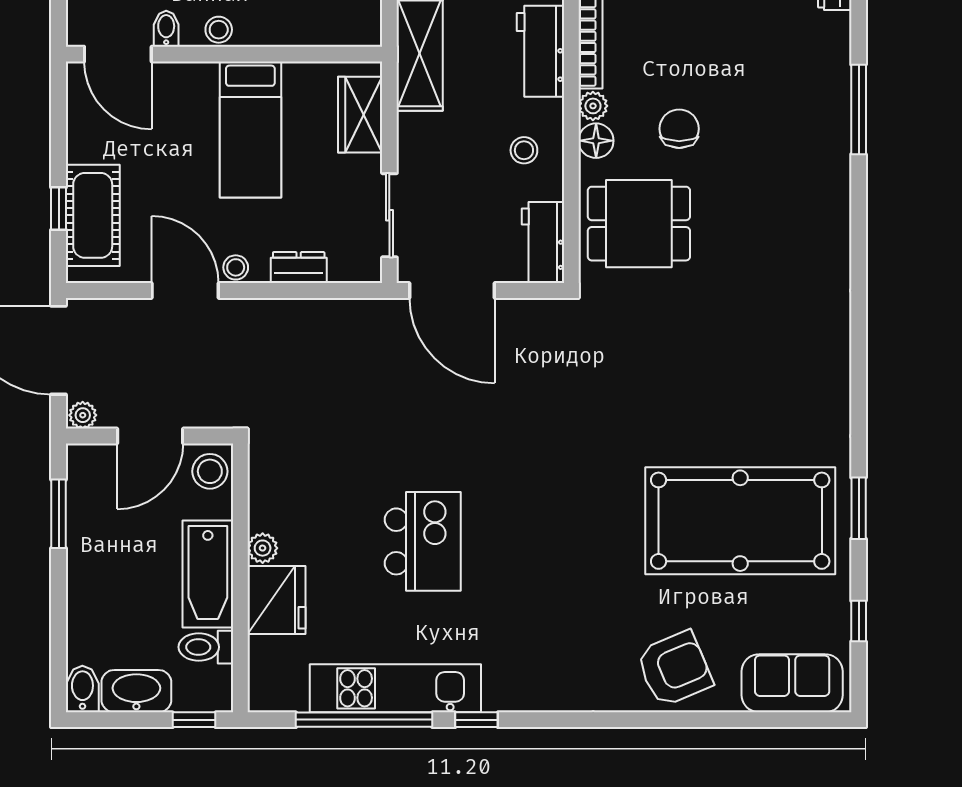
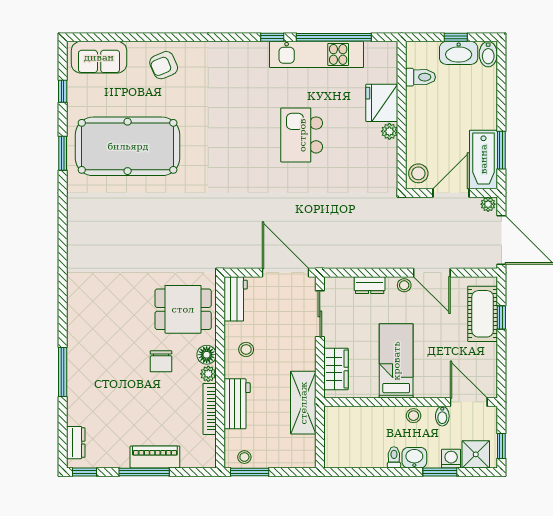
bathtub: (208, 574) -> (483, 159), moved, turned 180
armchair: (674, 669) -> (164, 65), width x0.72, depth x0.72
window: (194, 720) -> (456, 37), moved

